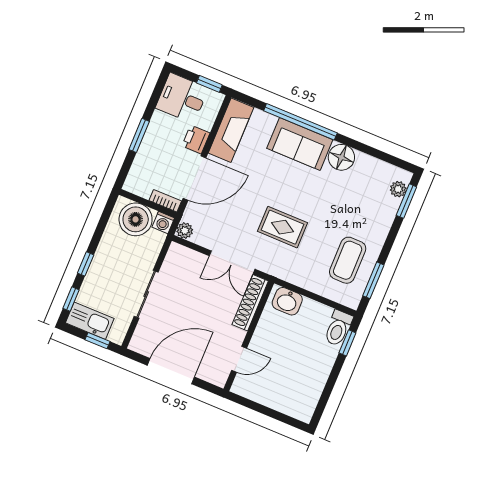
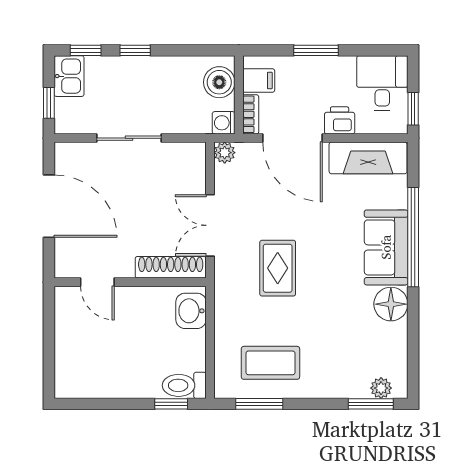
filing cabinet: (144, 185) -> (259, 81), added
boiler: (136, 219) -> (219, 82), width x0.73, depth x0.73
kitchen sink: (90, 321) -> (69, 76), width x0.73

